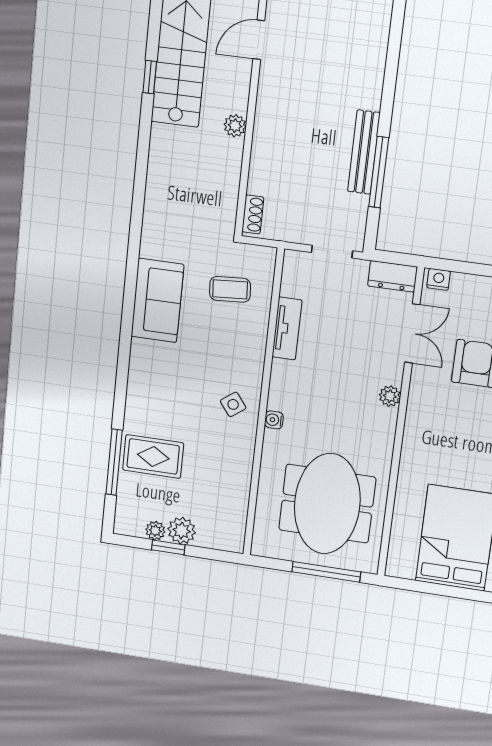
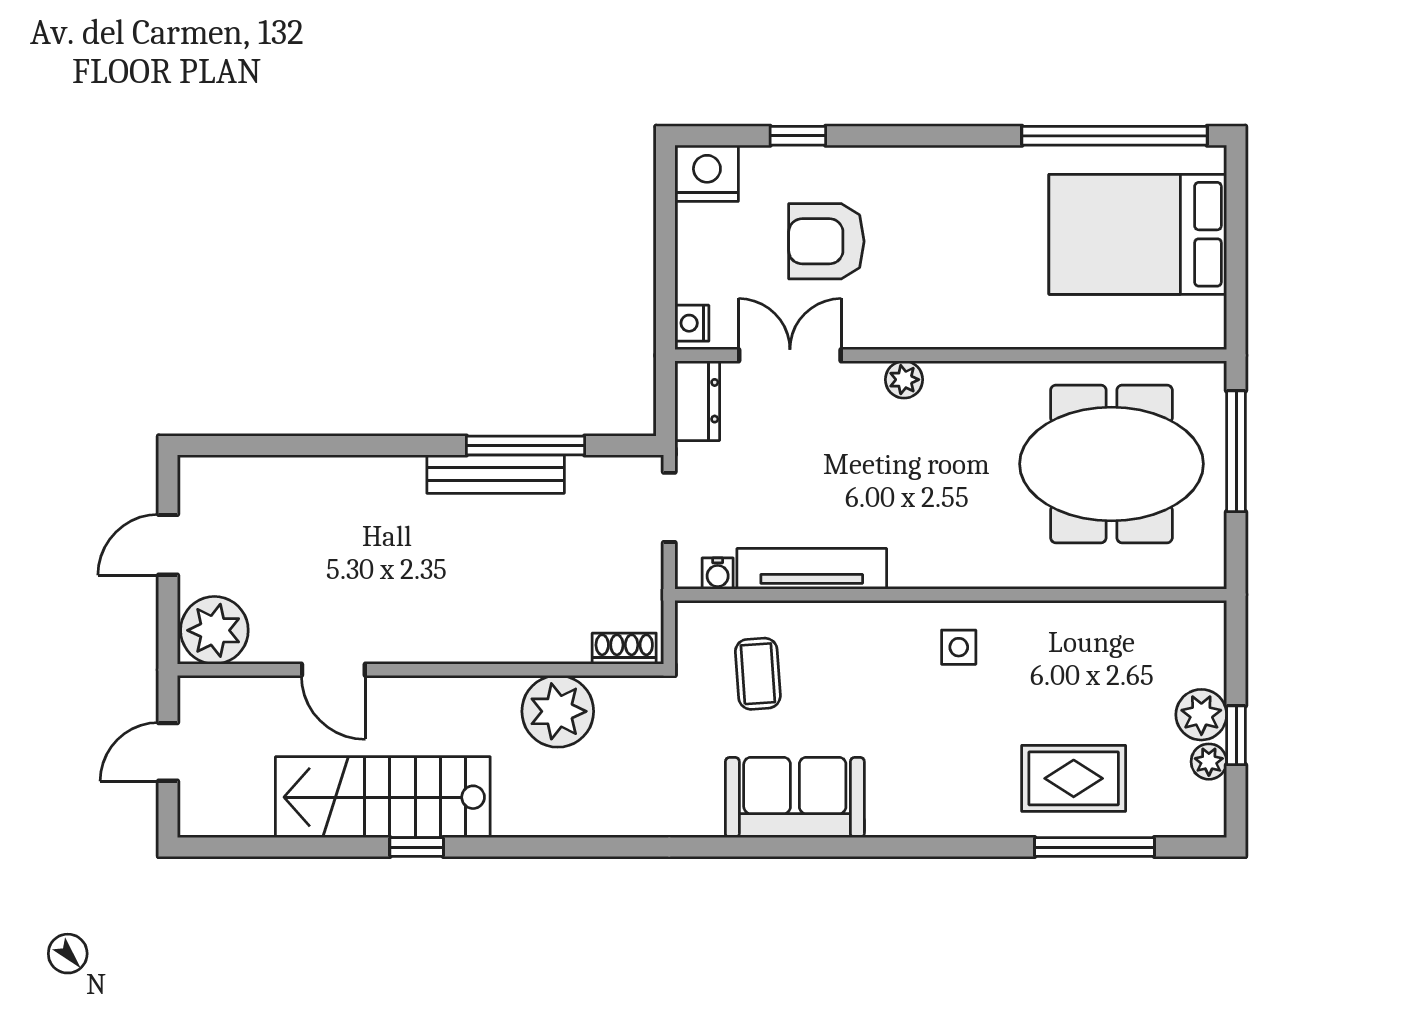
plant: (235, 126) -> (558, 711), moved, width x1.87, depth x1.87
tv unit: (287, 328) -> (812, 569), width x1.41
side table: (233, 404) -> (959, 647), turned 37
water cooler: (274, 420) -> (718, 573), moved
rug: (153, 456) -> (1074, 778), turned 90

